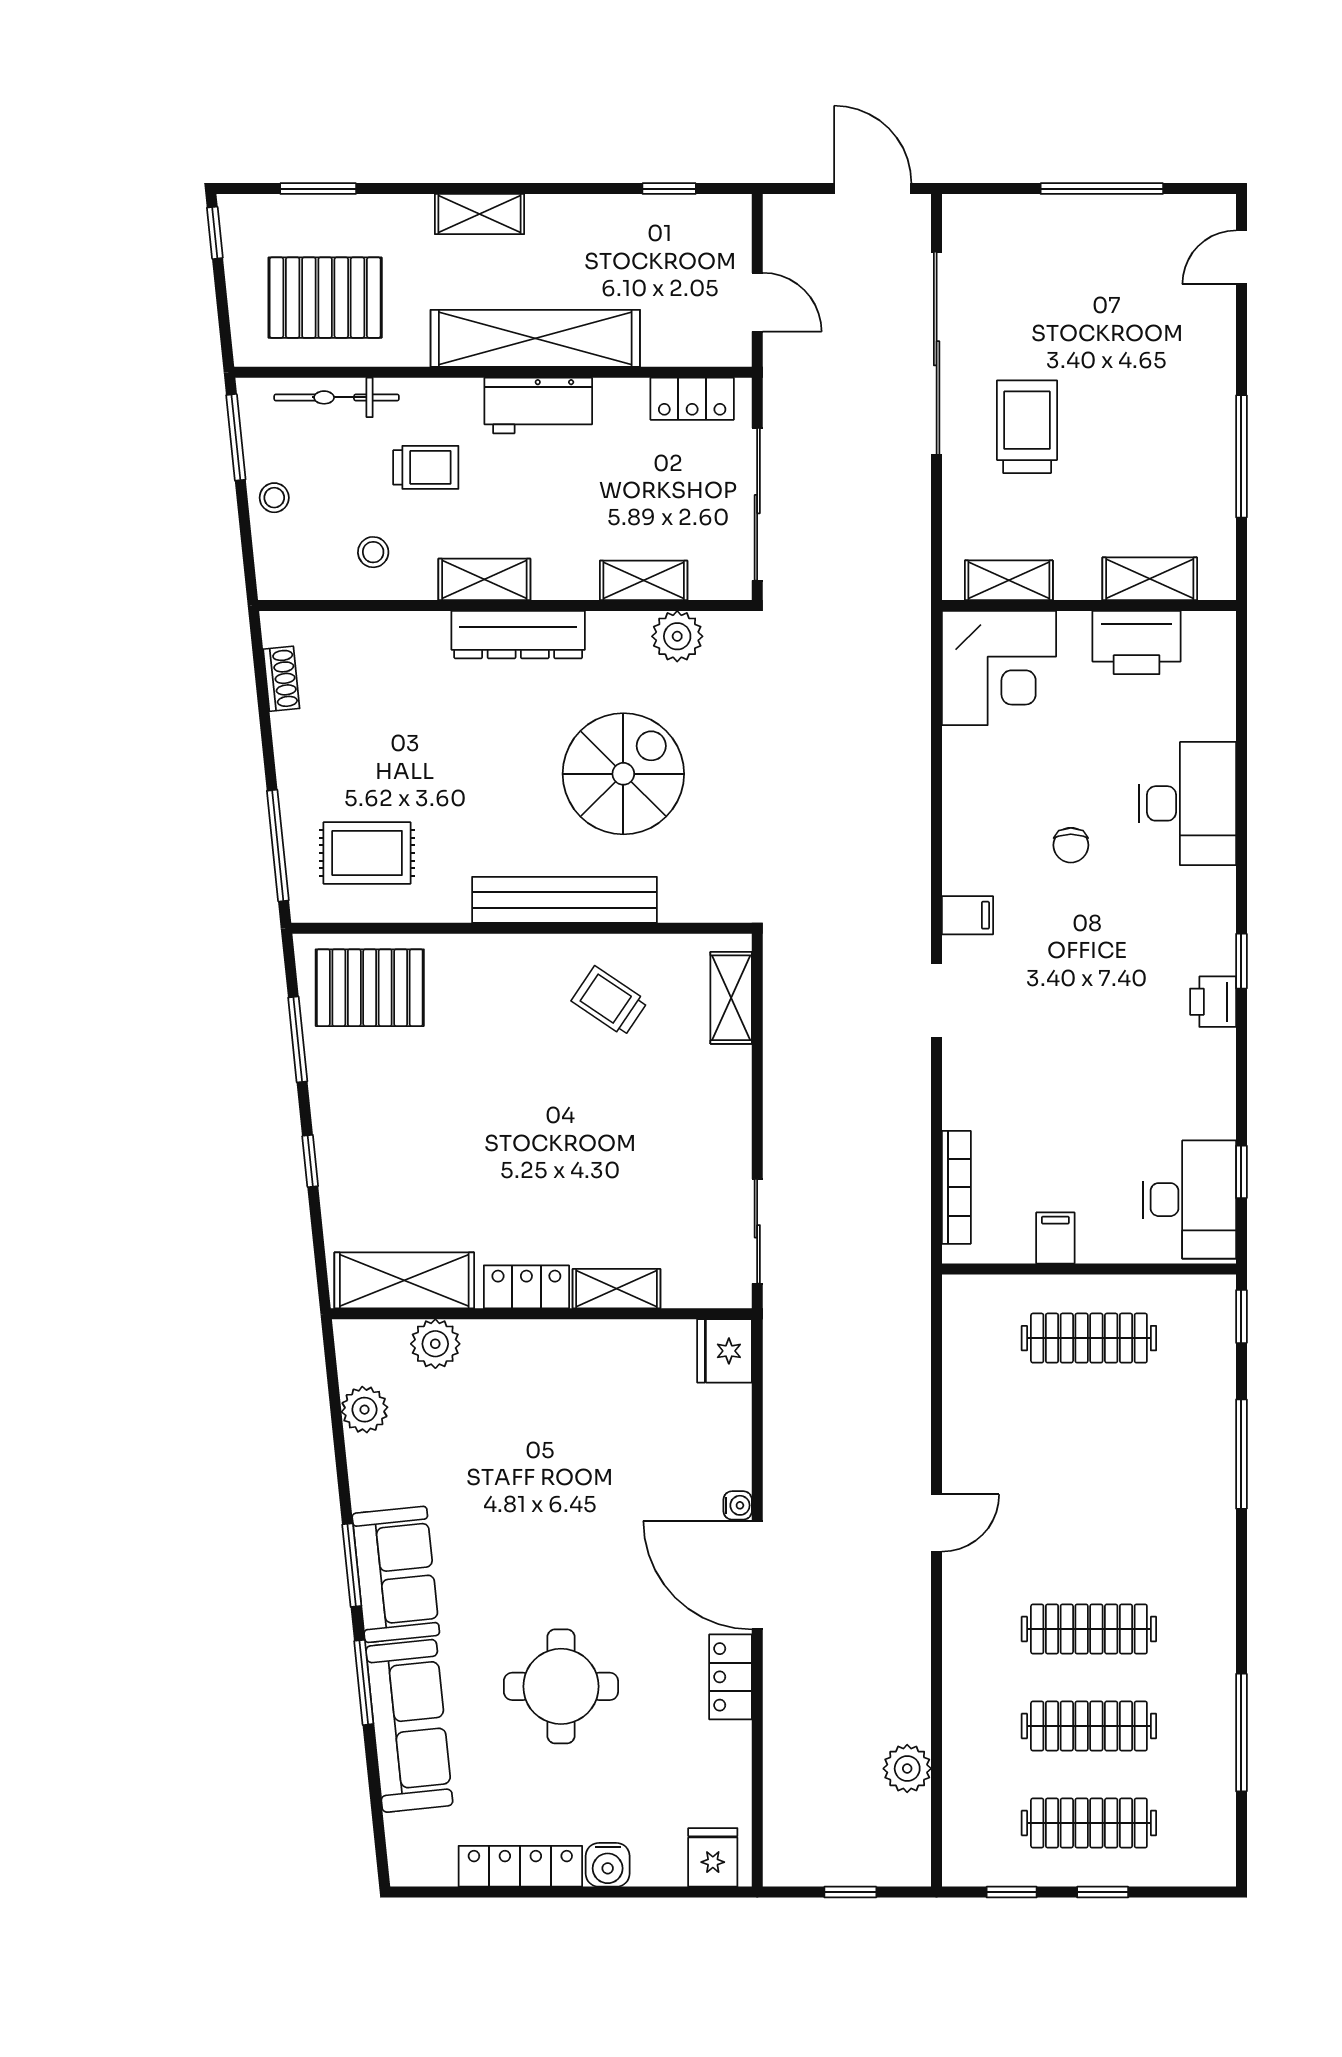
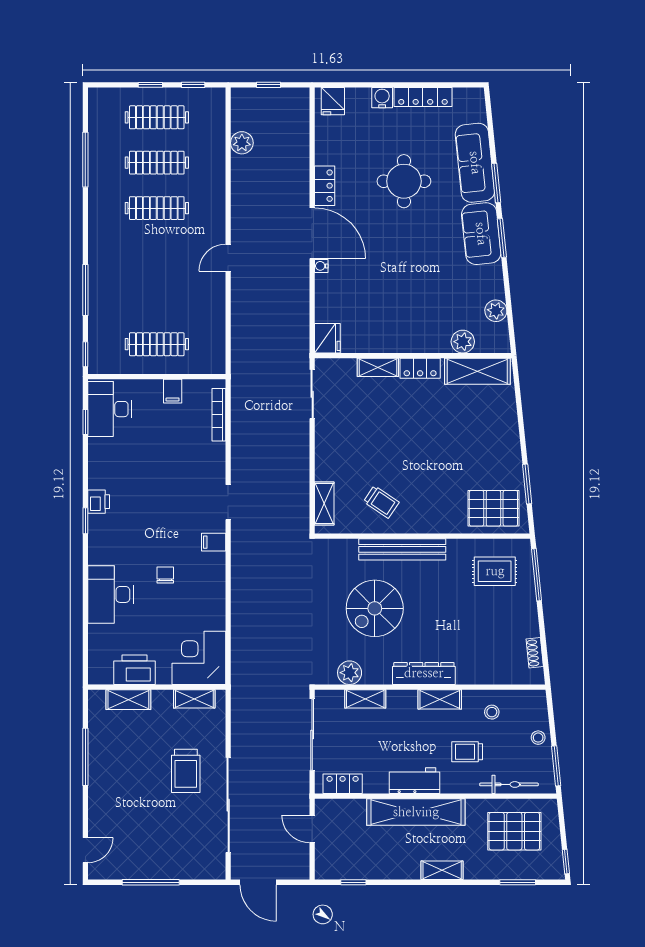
window: (310, 1161) -> (521, 427), removed

